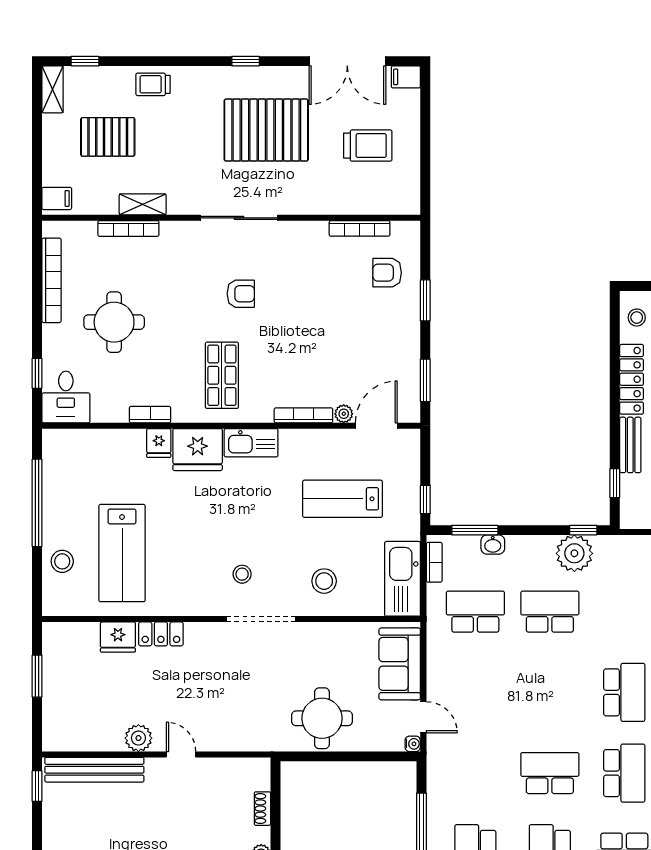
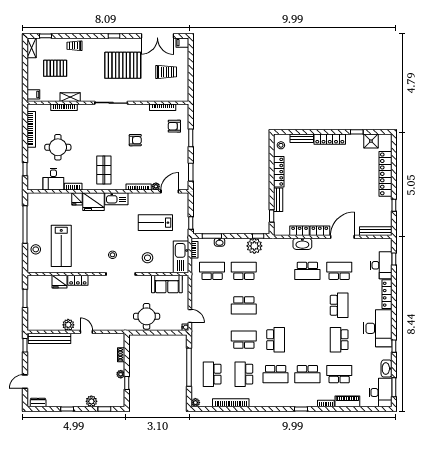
armchair: (241, 294) -> (135, 140), moved
desk: (66, 397) -> (53, 179), moved
sofa: (400, 664) -> (167, 284), moved, turned -90
school desk: (624, 692) -> (244, 305), moved, turned 90

